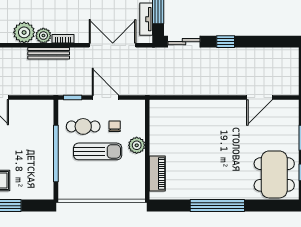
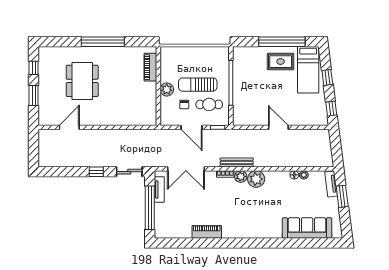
dining table: (274, 174) -> (82, 81), moved

